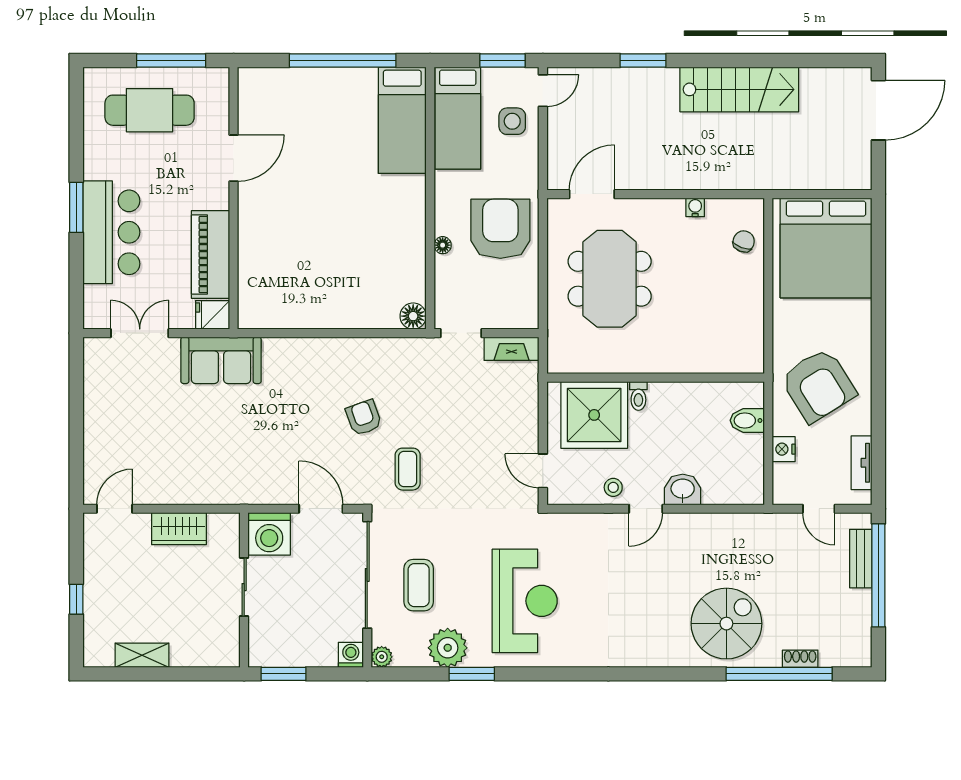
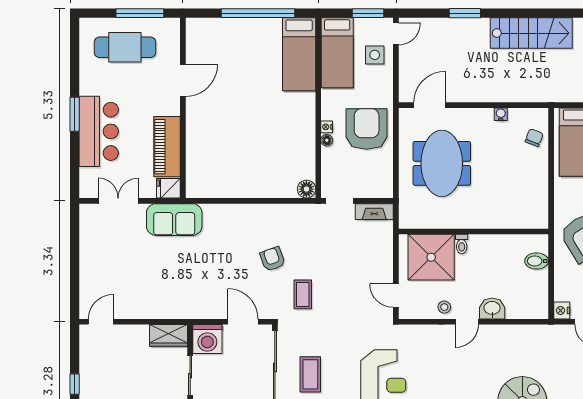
nightstand: (442, 226) -> (327, 127), added
nightstand: (784, 449) -> (562, 310), moved
wardrobe: (179, 529) -> (168, 335), moved

